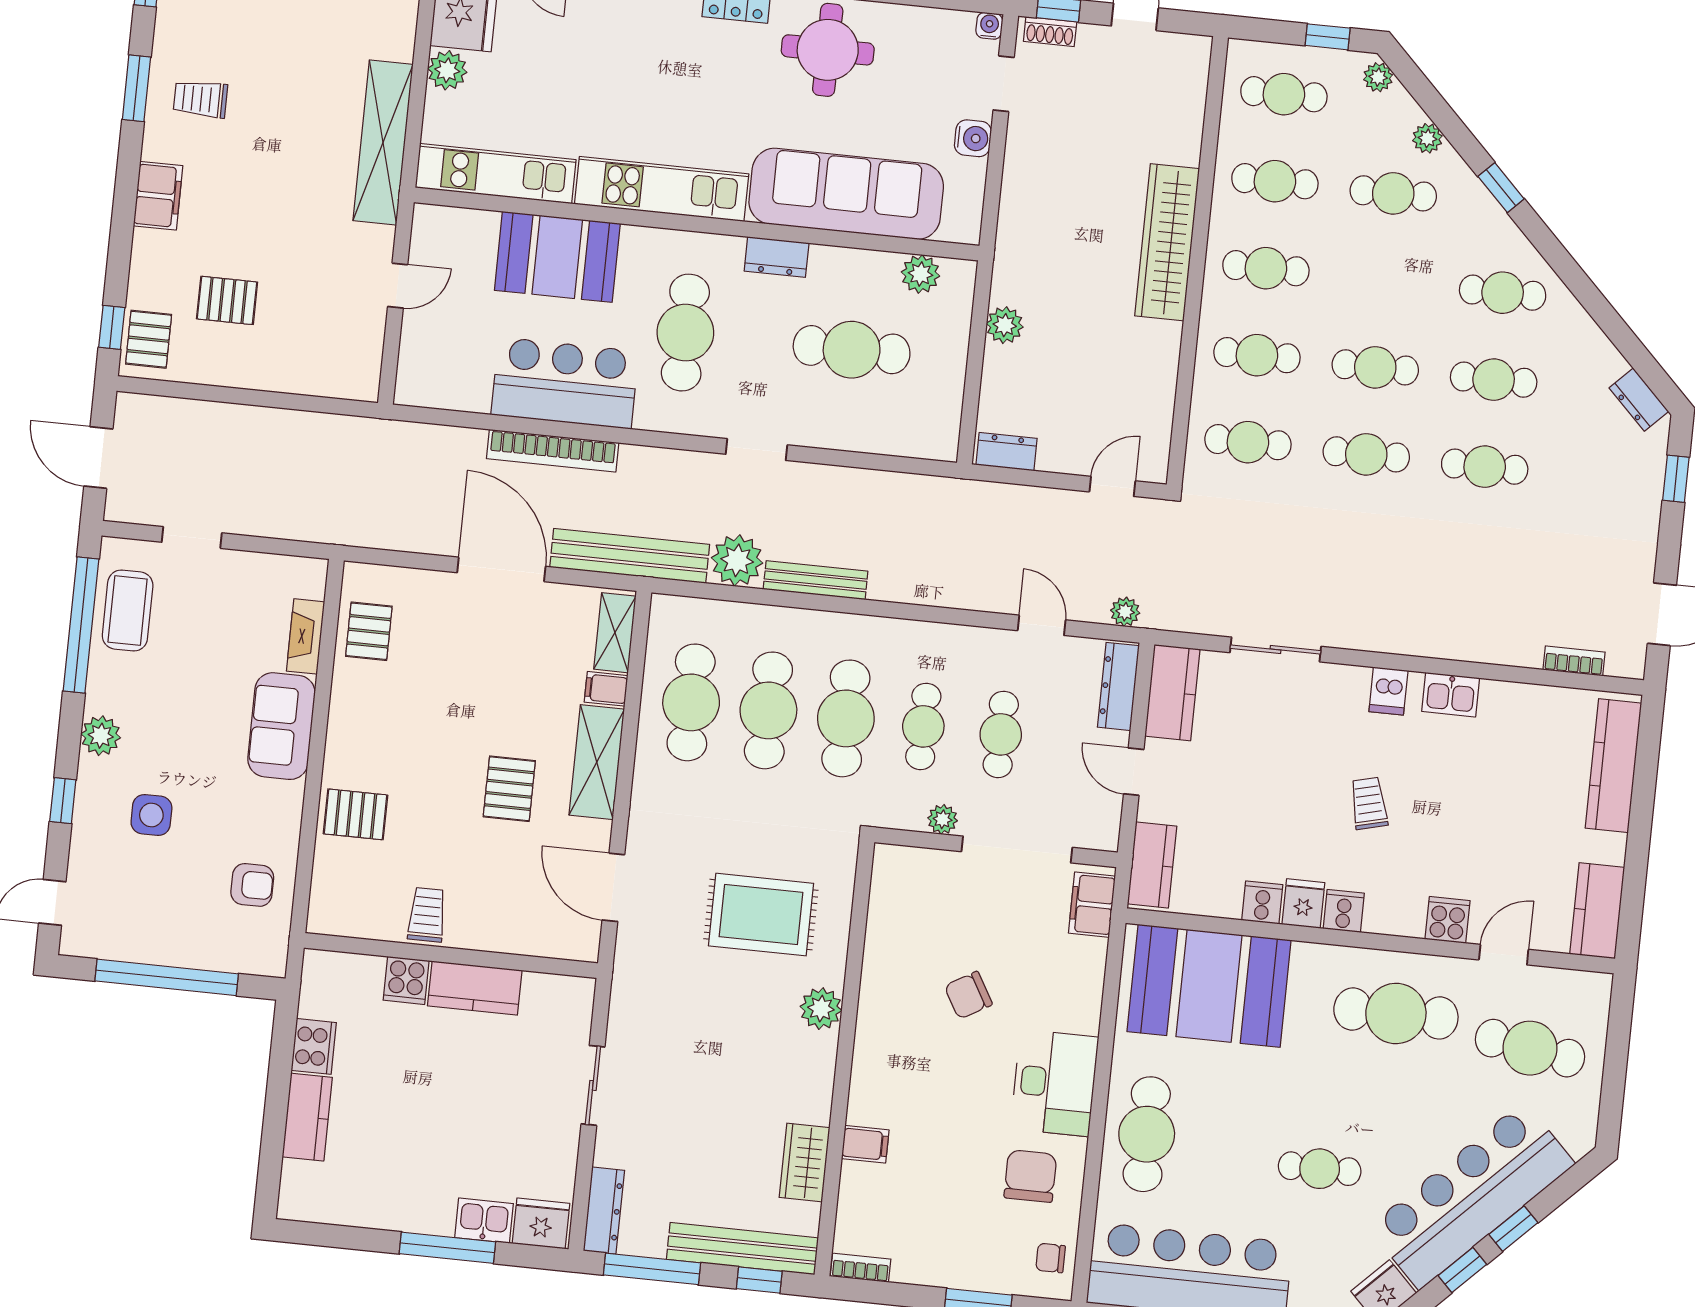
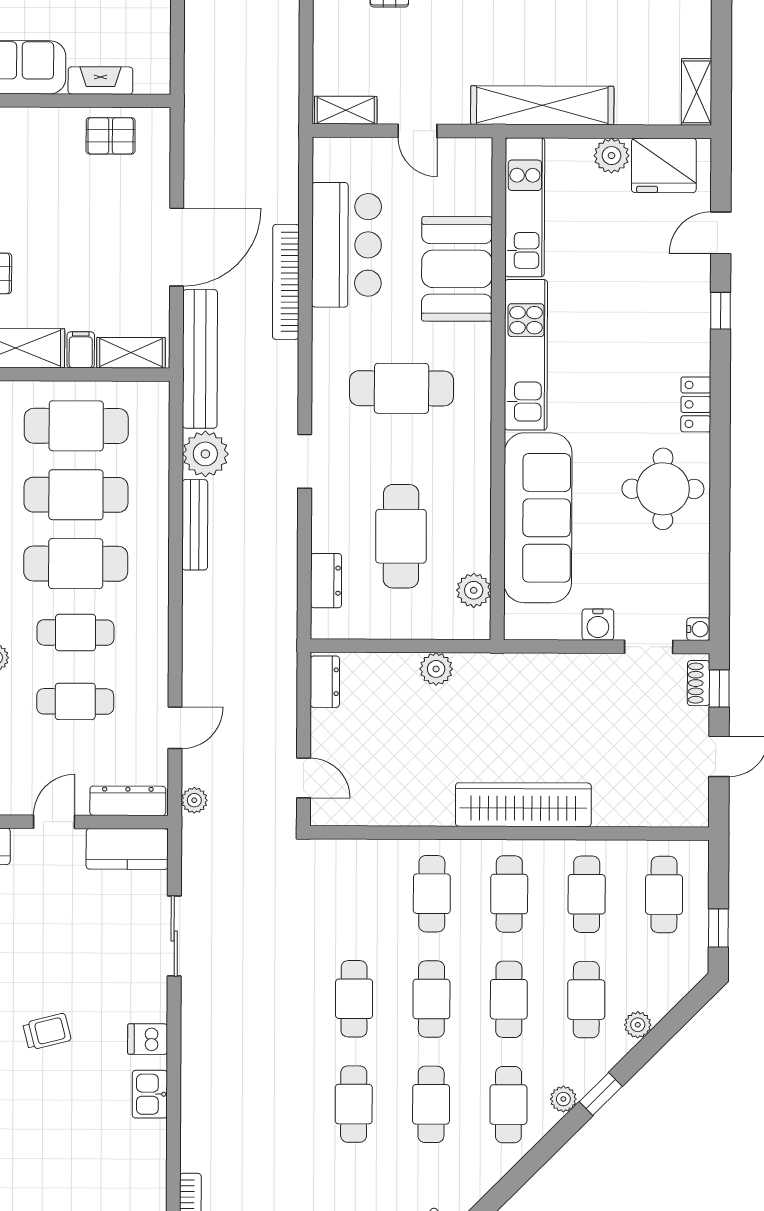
plant: (1378, 77) -> (563, 1099), moved
dresser: (777, 257) -> (326, 581), moved, turned 180
shelving: (366, 364) -> (346, 110), added
bar counter: (565, 383) -> (347, 245), moved
cafe table: (1248, 442) -> (509, 999), moved

